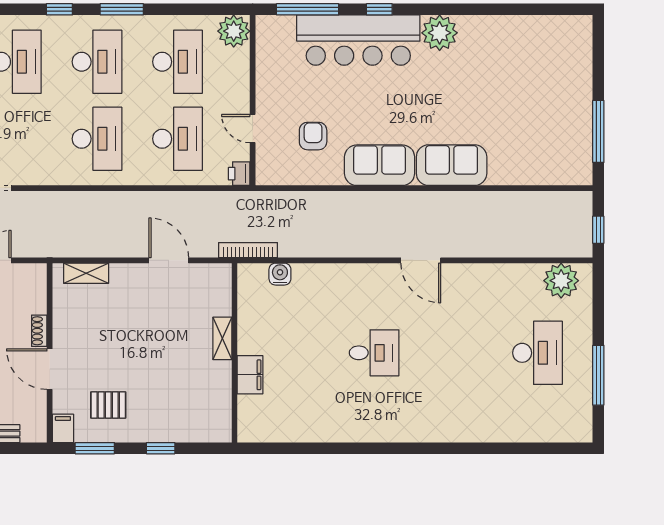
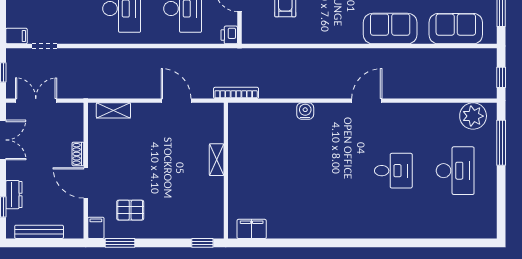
sofa: (380, 165) -> (456, 29), moved
door: (421, 260) -> (367, 101), swing flipped
water cooler: (280, 274) -> (305, 111), moved
desk: (374, 353) -> (393, 171), moved
filing cabinet: (250, 375) -> (252, 229), moved, turned -90
window: (598, 375) -> (501, 143), moved
window: (161, 448) -> (202, 243), moved

